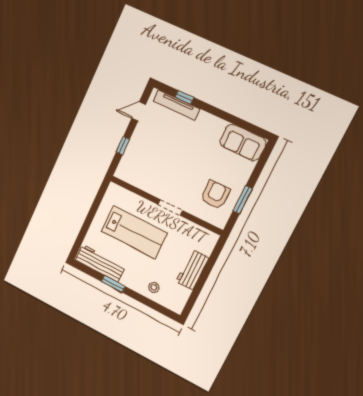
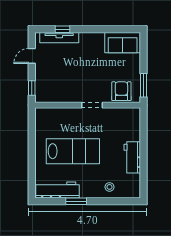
wall: (166, 205) -> (88, 105), moved
doorway: (170, 207) -> (92, 105), moved

